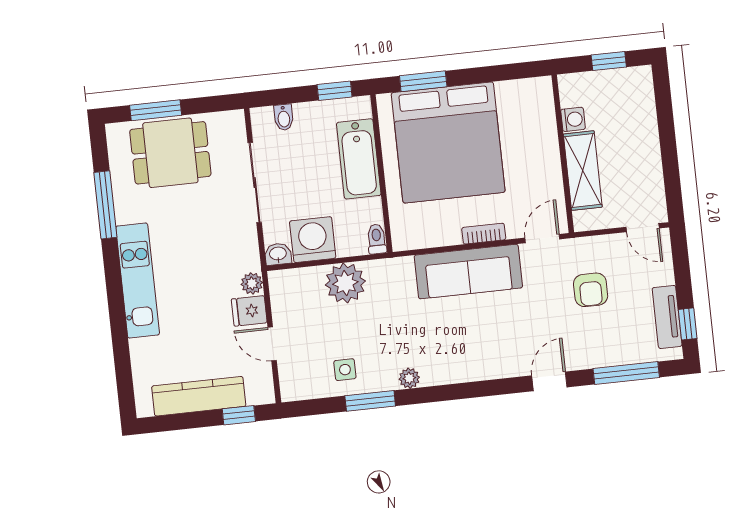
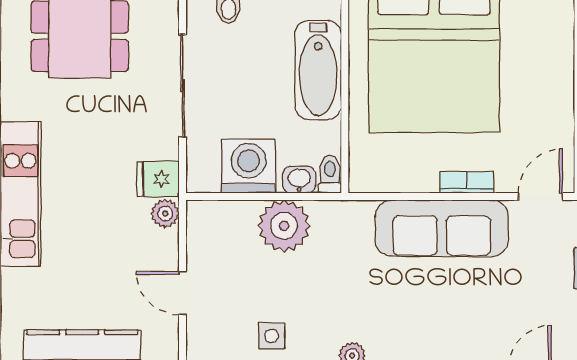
washbasin: (278, 254) -> (299, 180), moved
fridge: (249, 311) -> (158, 179), moved

